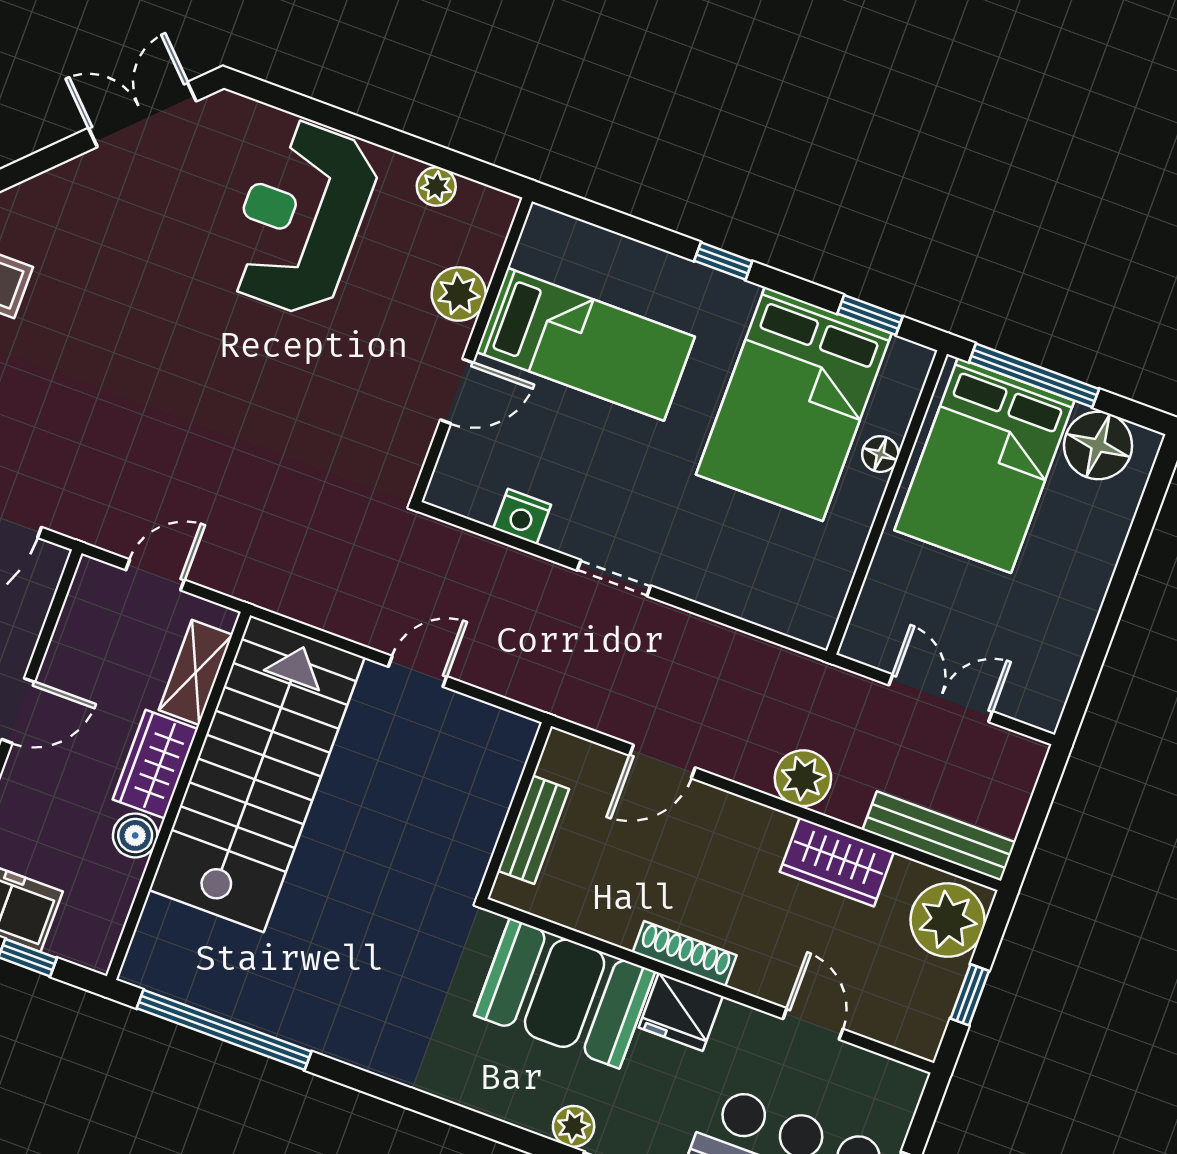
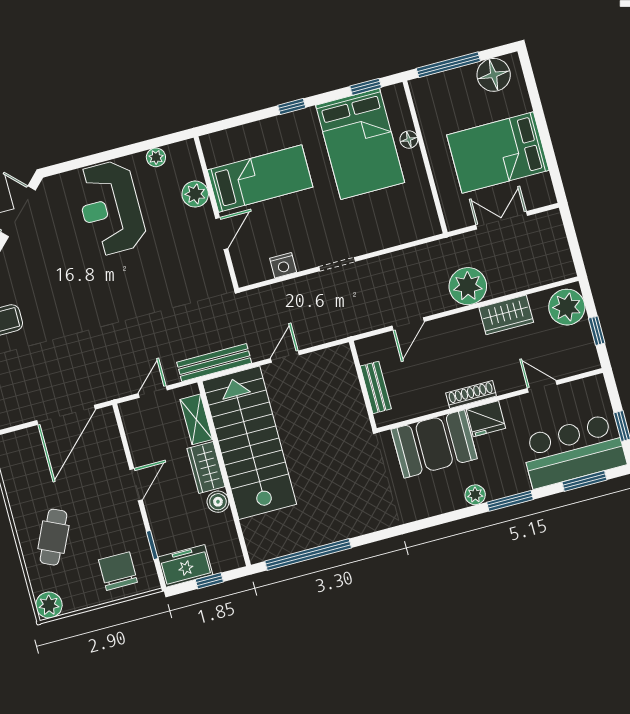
bed: (984, 466) -> (498, 153), moved, turned 90
plant: (803, 778) -> (468, 286), width x1.36, depth x1.36
bench: (939, 836) -> (214, 363), moved

